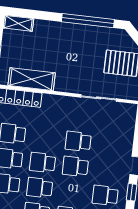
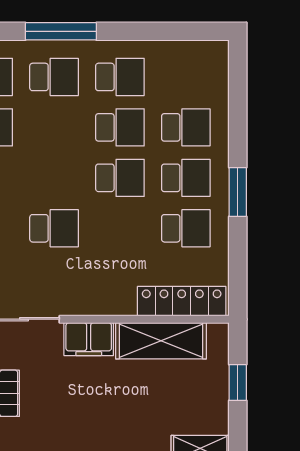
filing cabinet: (68, 84) -> (89, 339), added
school desk: (75, 166) -> (54, 178), removed

